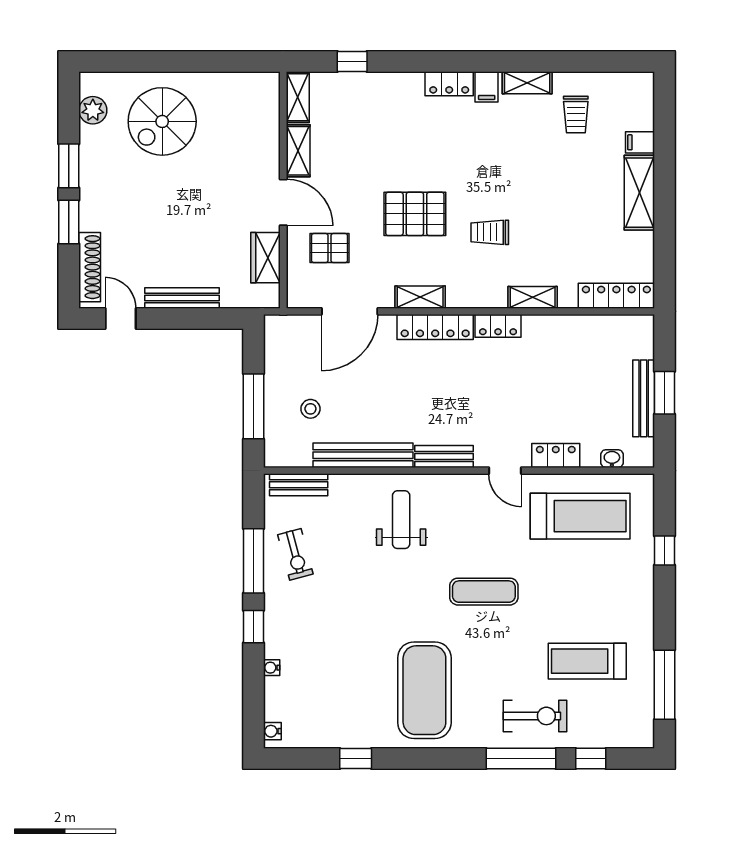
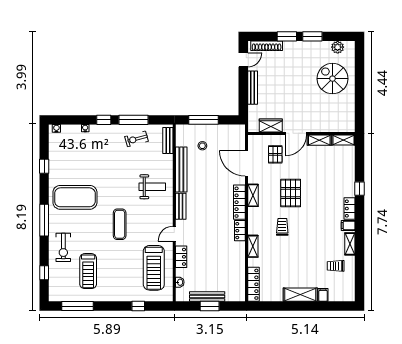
window: (352, 62) -> (360, 189), moved
treadmill: (587, 661) -> (88, 271), turned 180
window: (521, 758) -> (44, 220), moved

